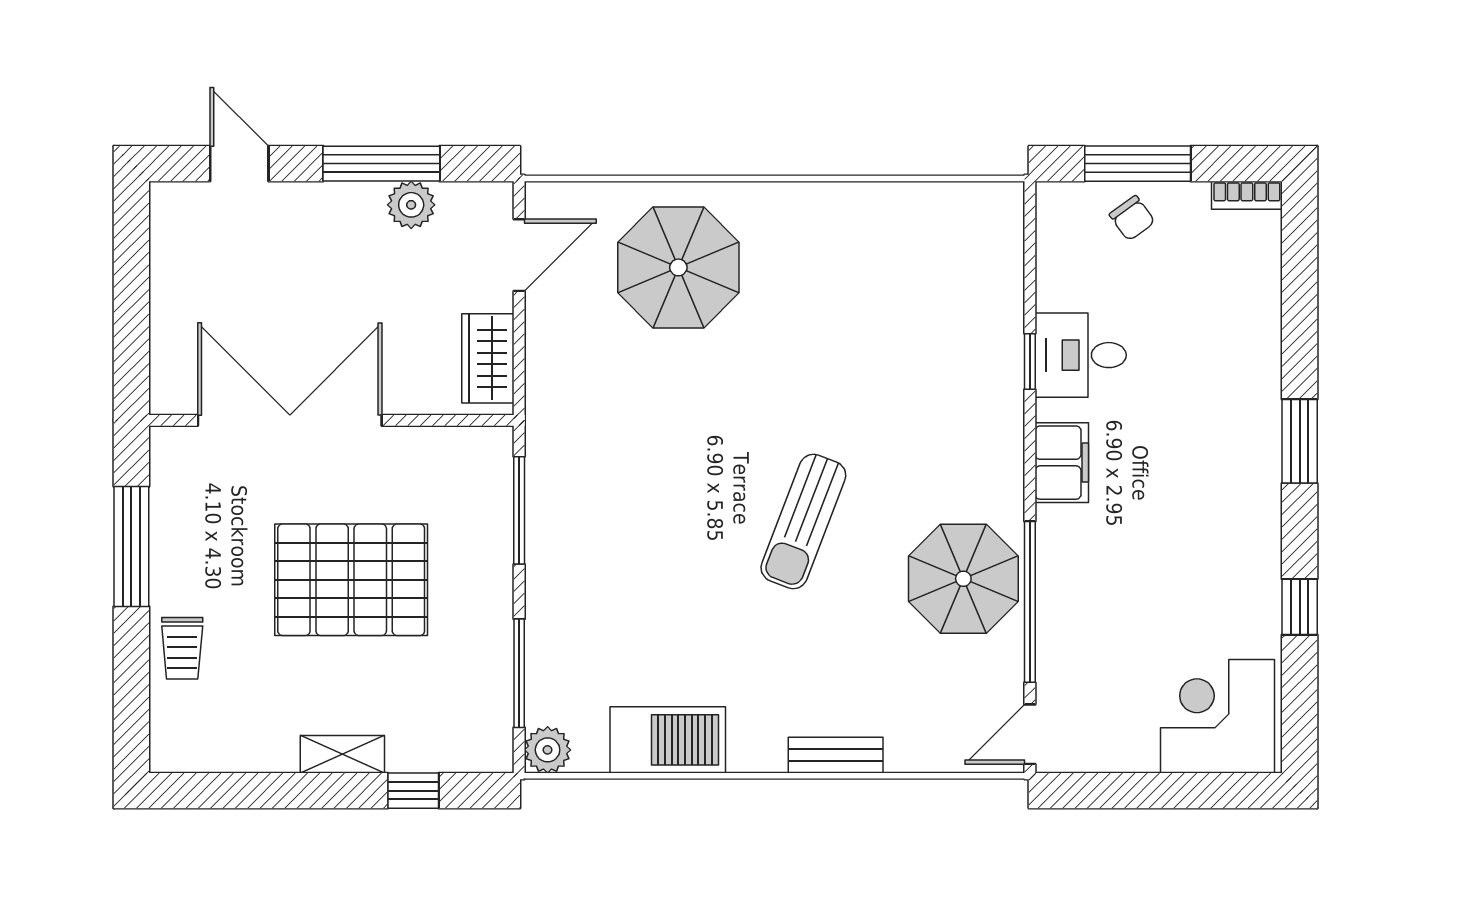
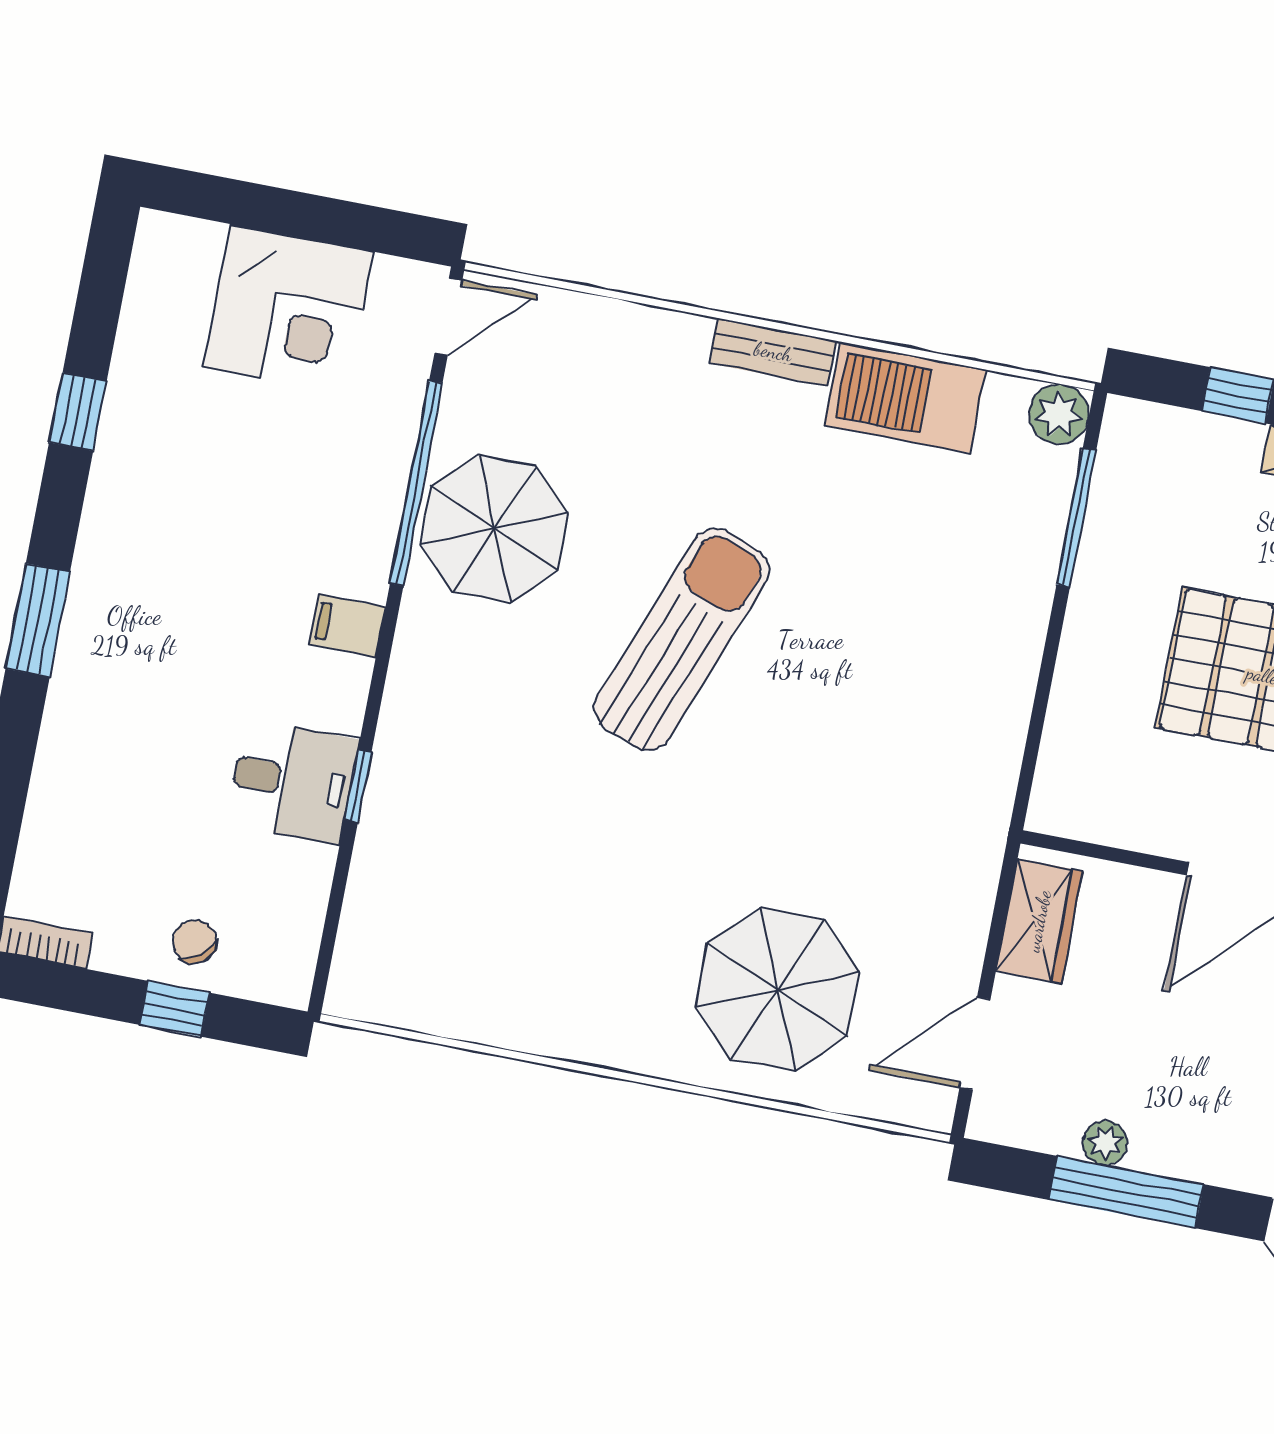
window: (1138, 164) -> (174, 1009), width x0.46
plant: (411, 205) -> (1105, 1143), width x0.73, depth x0.73
filing cabinet: (1062, 463) -> (347, 626), width x0.50
window: (519, 510) -> (1037, 722), removed
sun lounger: (803, 521) -> (682, 639), width x1.36, depth x1.34
corner desk: (1217, 716) -> (288, 310), moved
bench: (836, 755) -> (773, 352), moved

